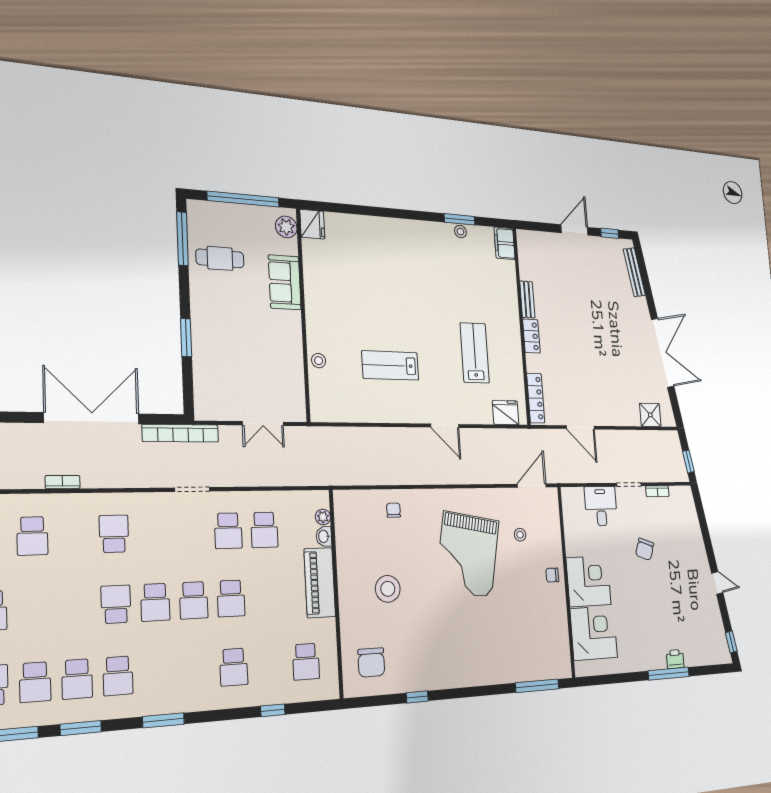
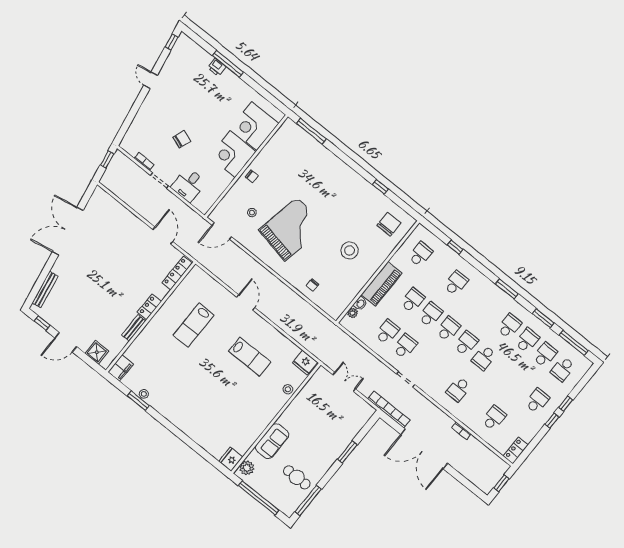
fridge: (506, 413) -> (305, 363), moved
shower: (650, 415) -> (97, 352), moved
school desk: (267, 597) -> (413, 300), added

